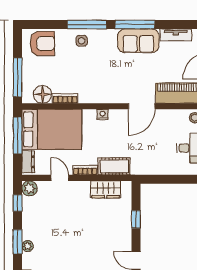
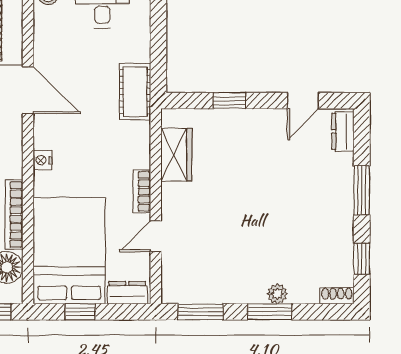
bookcase: (65, 98) -> (14, 215), width x1.56
window: (18, 136) -> (80, 312), width x0.46
cot: (114, 166) -> (135, 92), moved
plant: (30, 188) -> (175, 290), removed
window: (18, 203) -> (201, 312), width x1.50

